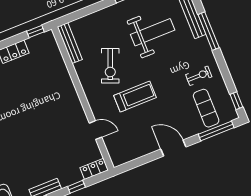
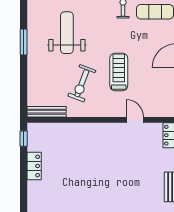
exercise bike: (110, 66) -> (82, 83), turned 89
door: (95, 130) -> (135, 120), hinge flipped

